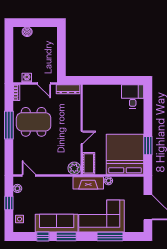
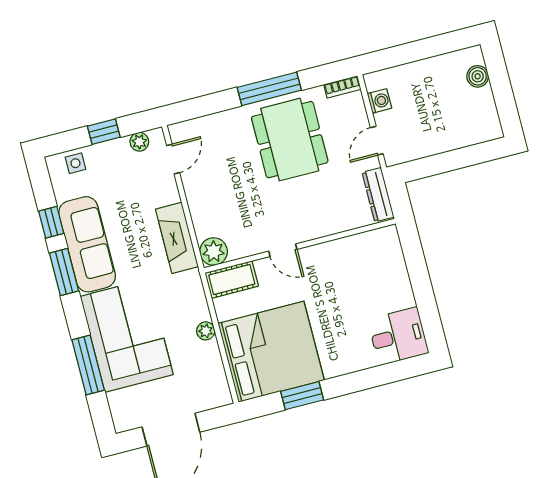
fireplace: (88, 183) -> (177, 238), moved

